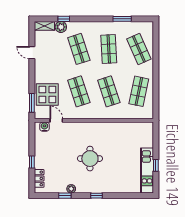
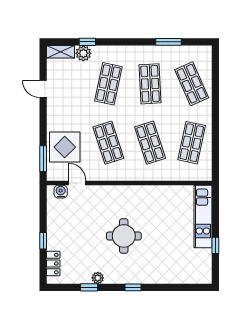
shop shelf: (79, 49) -> (108, 84), turned 30
kitchen unit: (147, 171) -> (203, 217), moved

